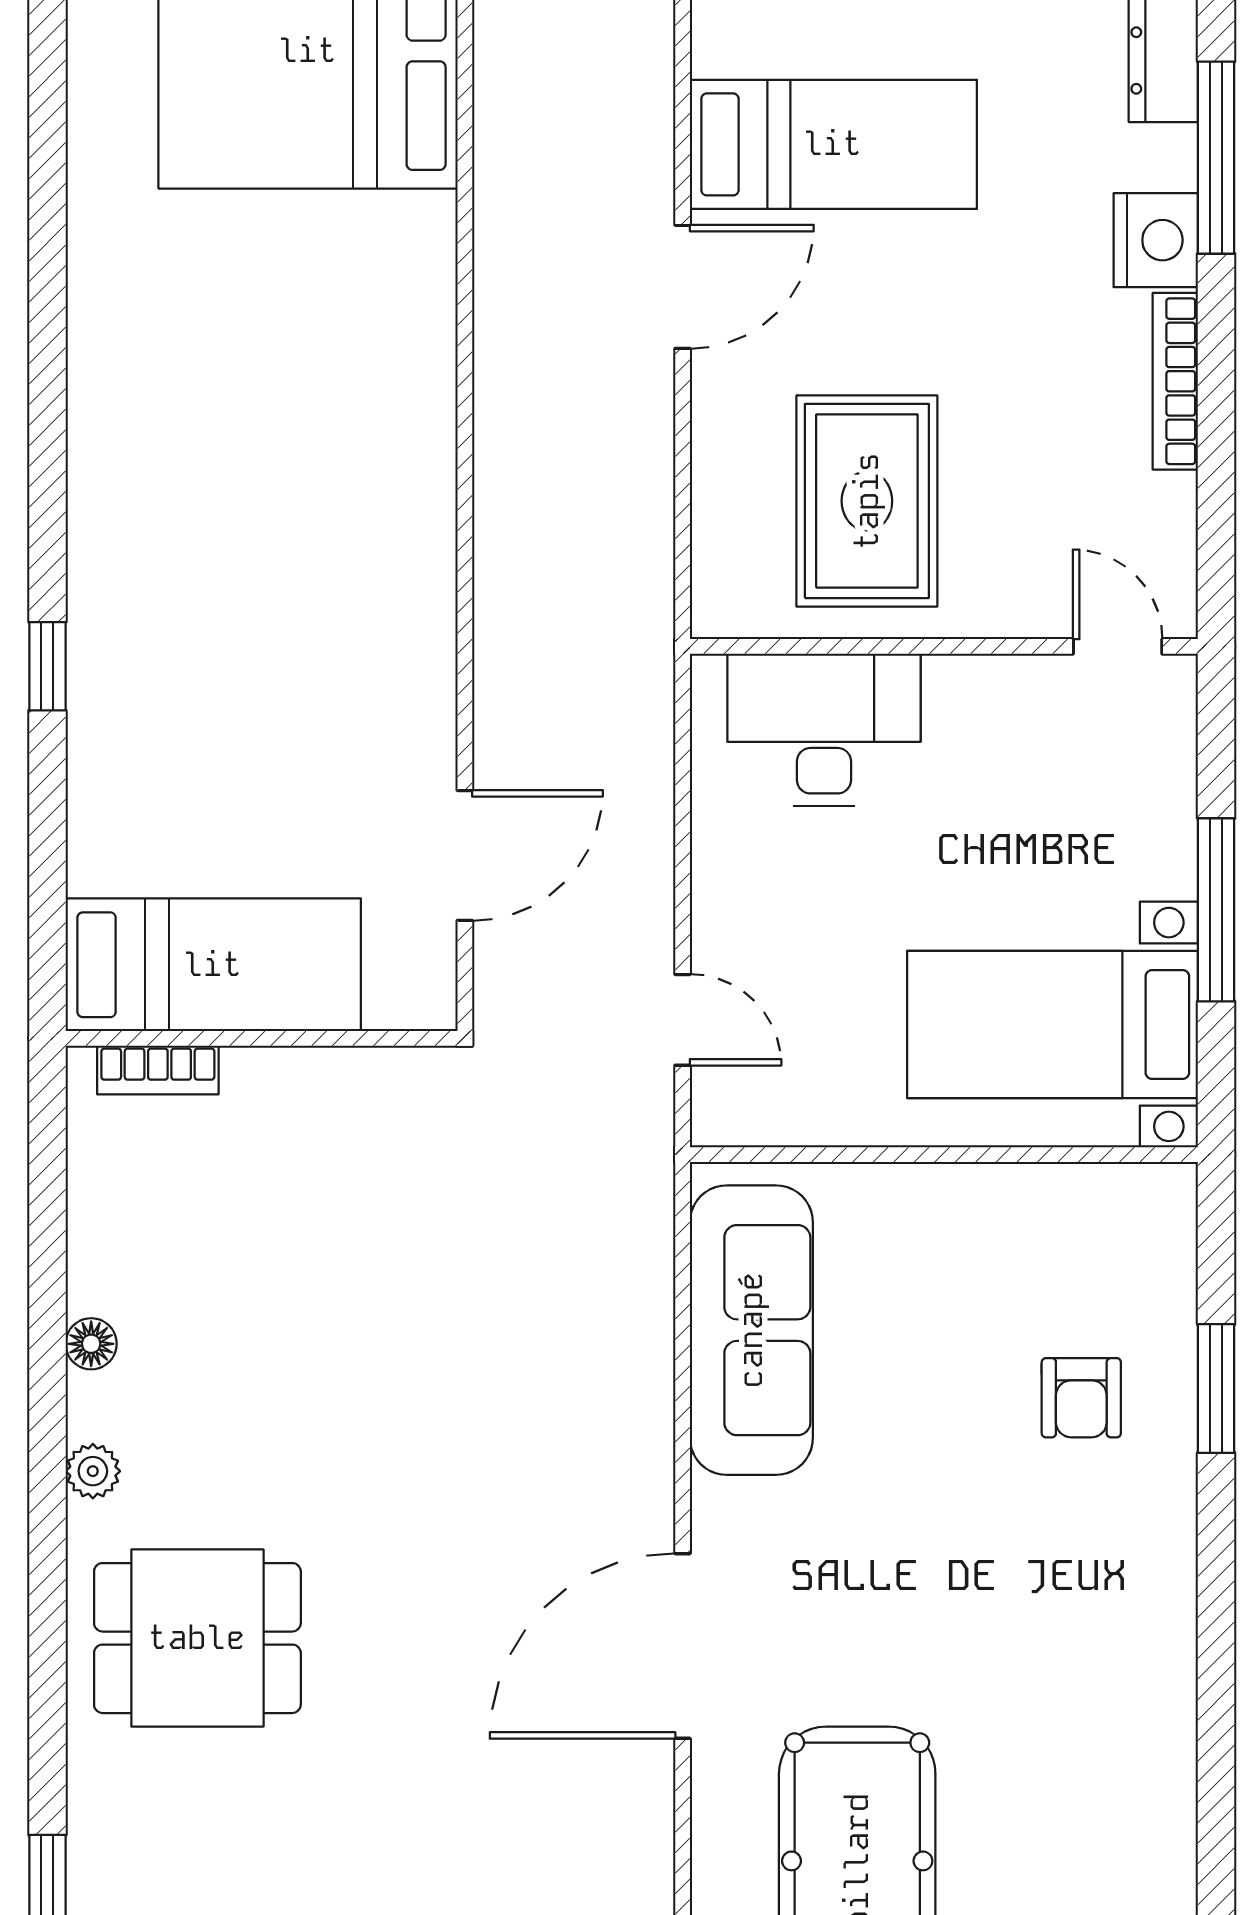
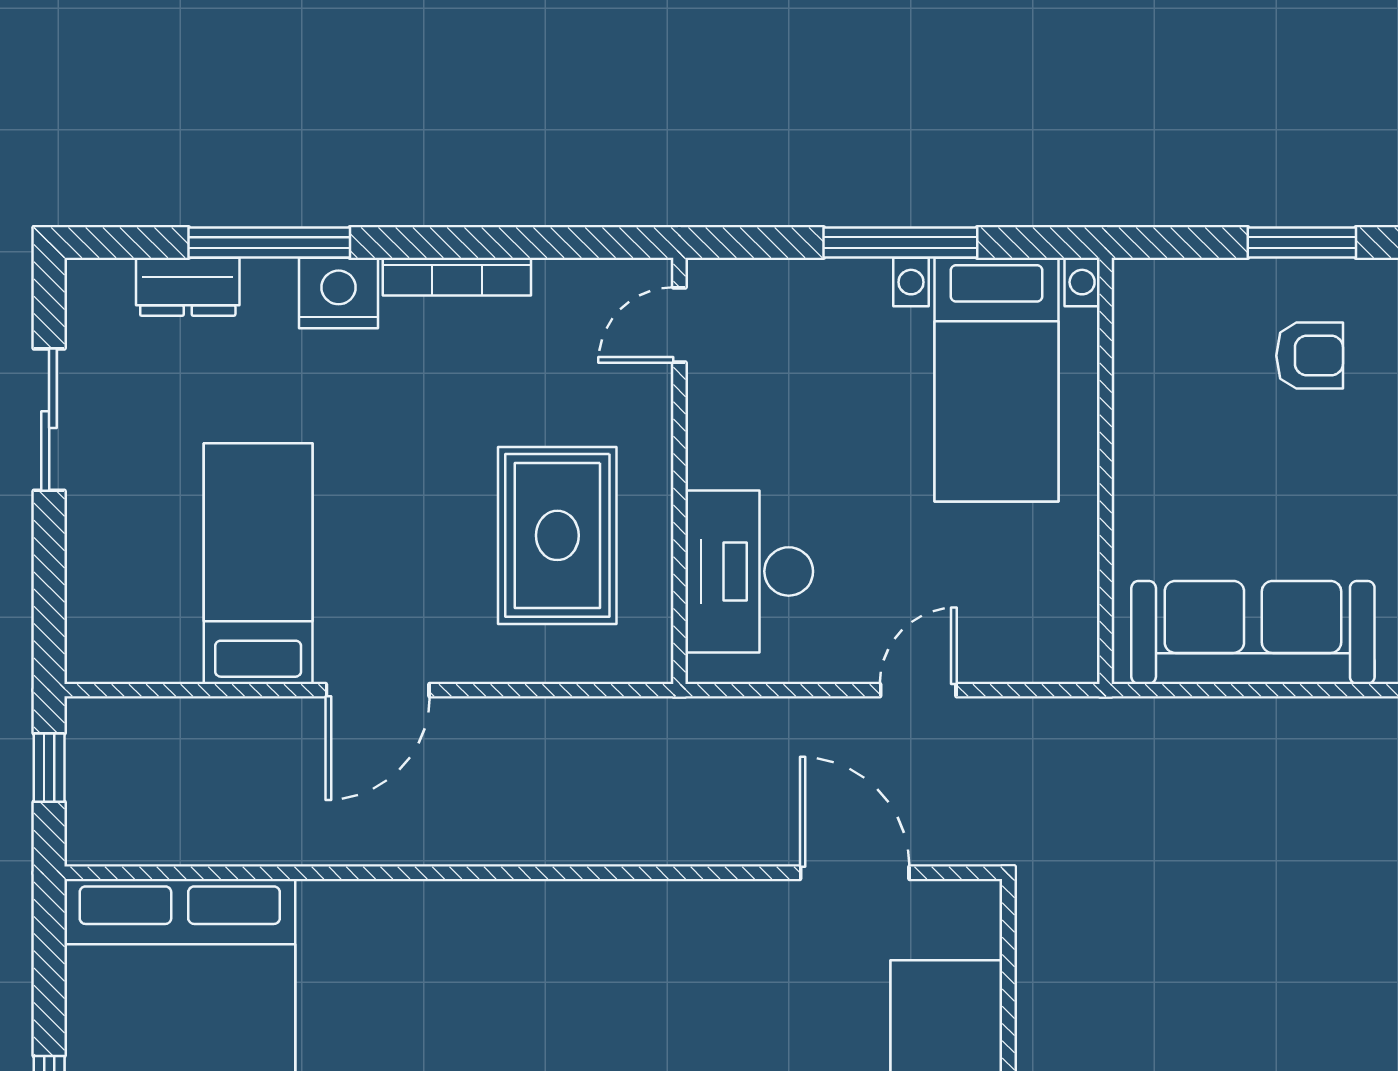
door: (683, 287) -> (378, 690), swing flipped
rug: (867, 501) -> (557, 535), turned 90
door: (683, 1020) -> (918, 690), moved

